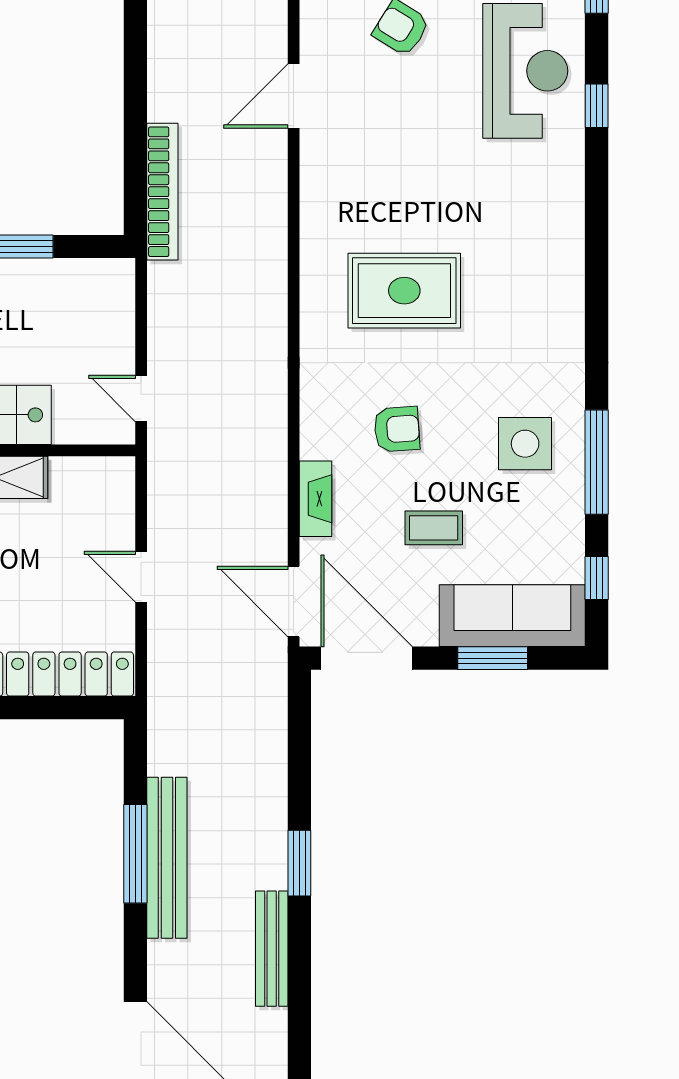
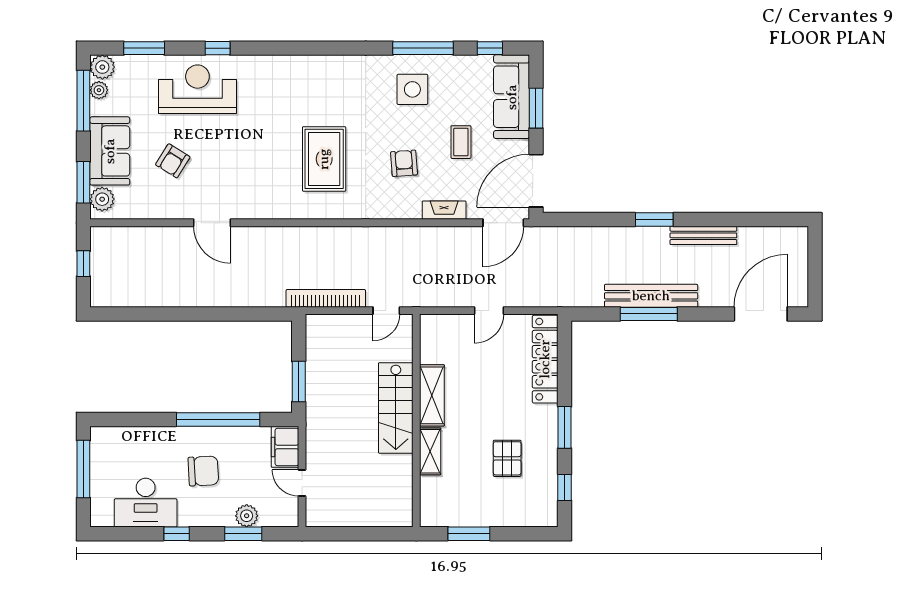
bookcase: (162, 192) -> (326, 298), moved

